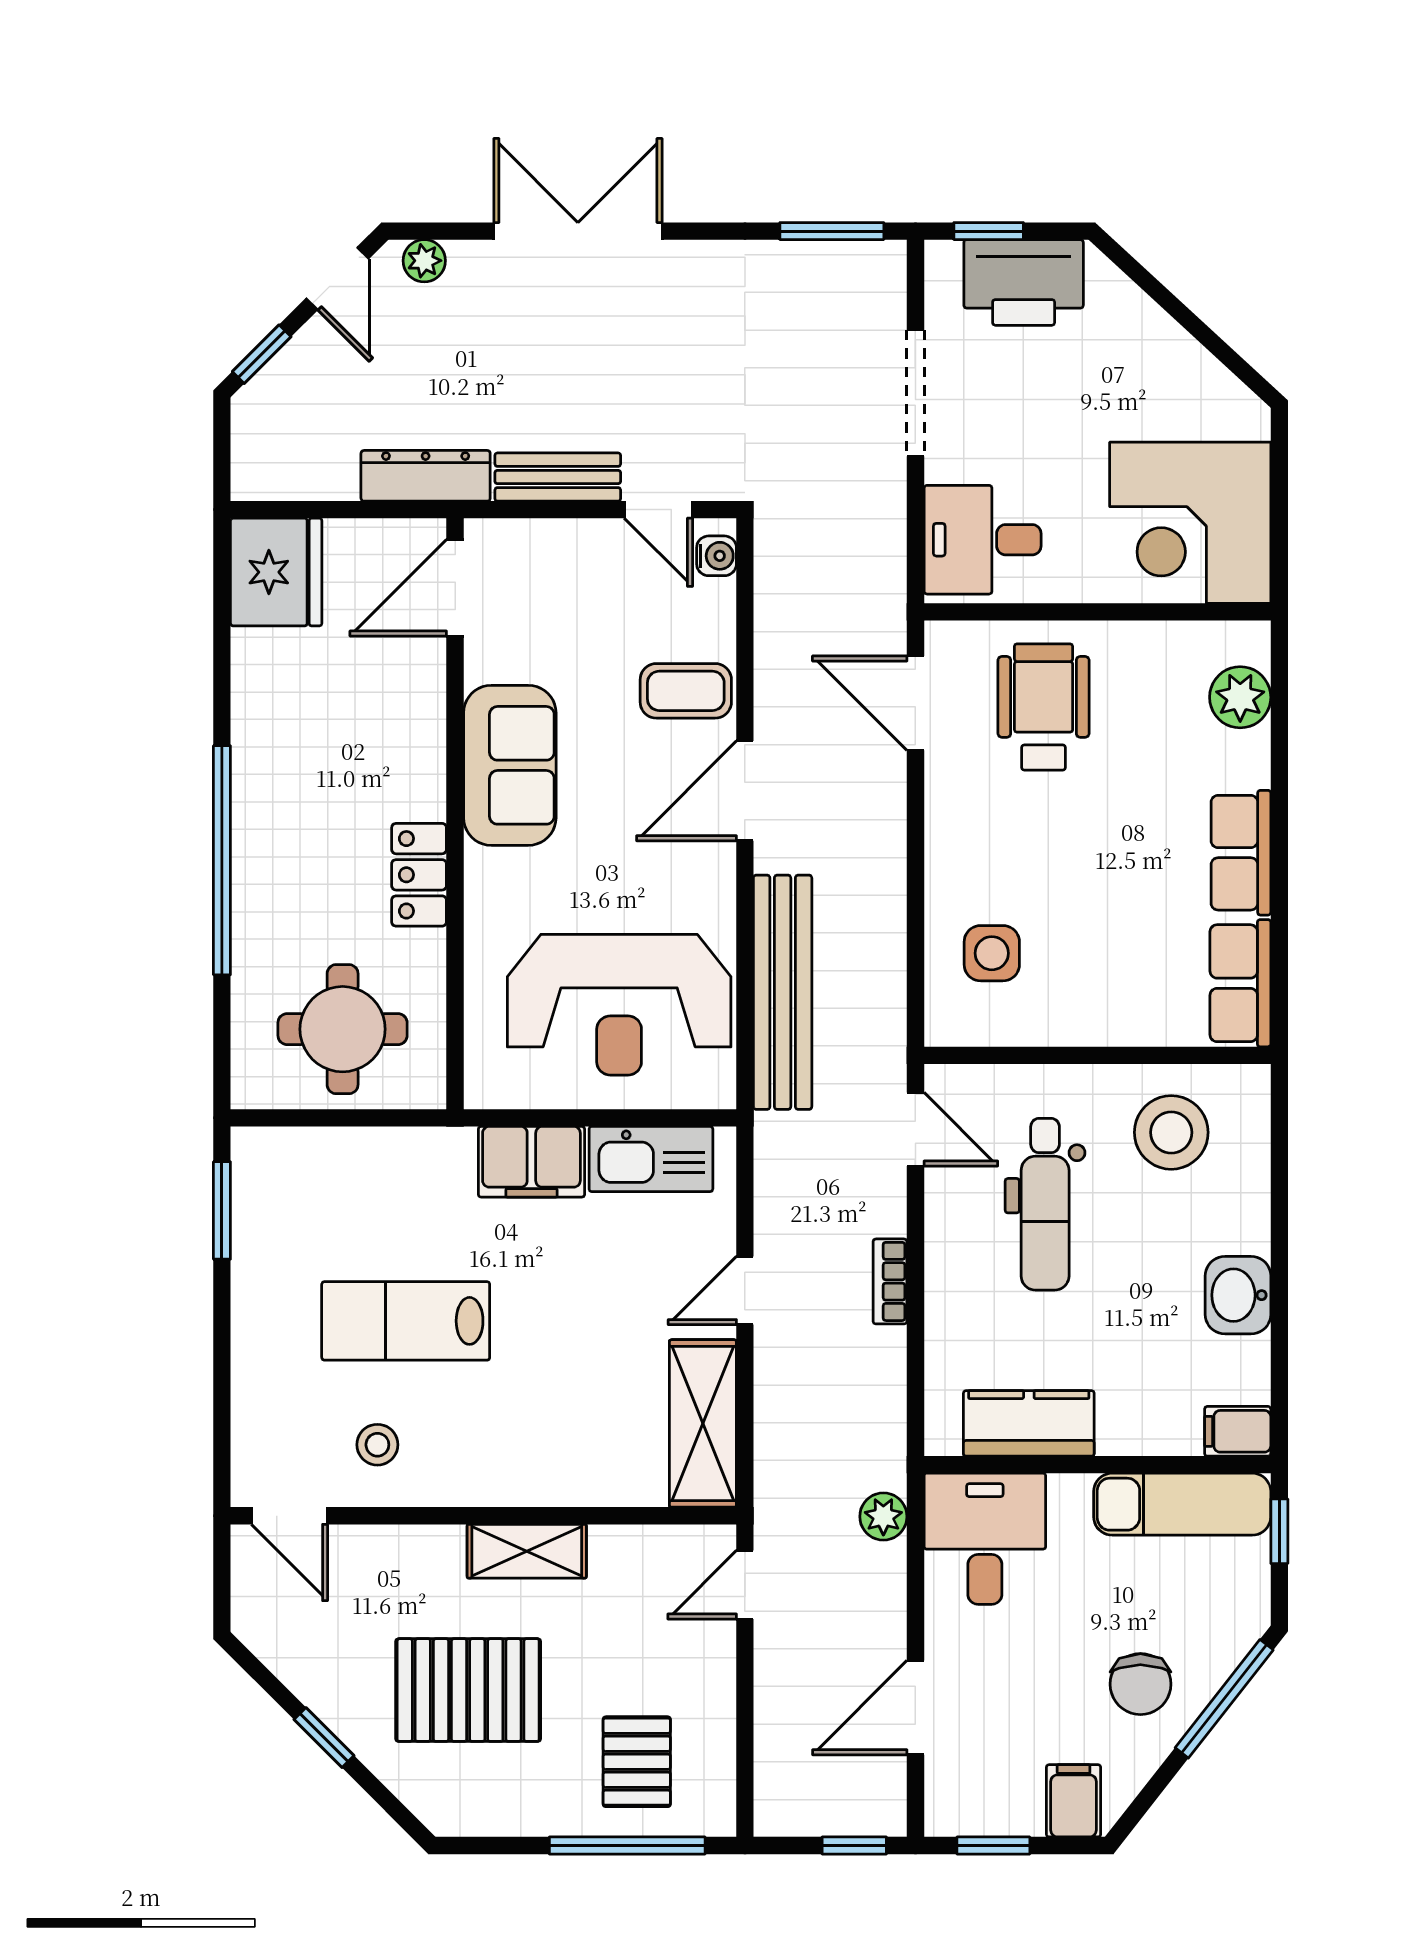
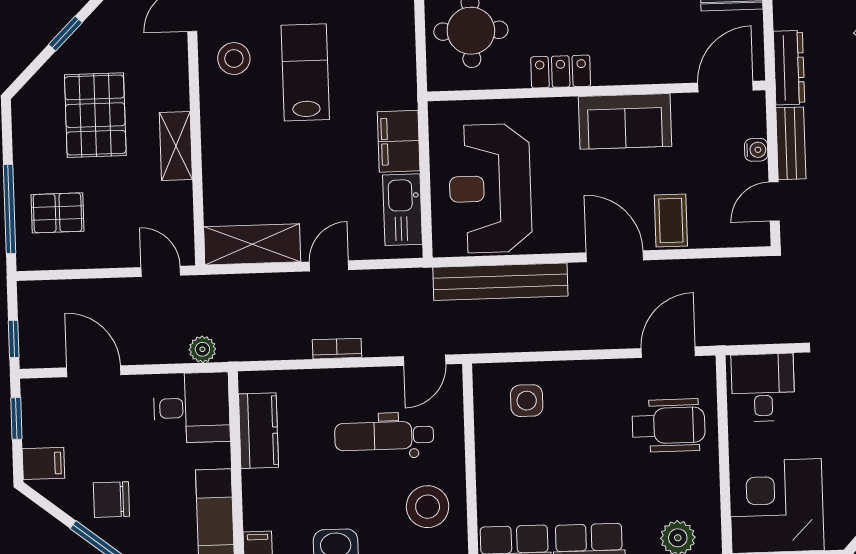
water cooler: (717, 556) -> (756, 150), moved, turned -90
door: (455, 588) -> (725, 87), hinge flipped
door: (745, 1291) -> (329, 266), hinge flipped
stool: (377, 1445) -> (234, 59), width x1.37, depth x1.37

